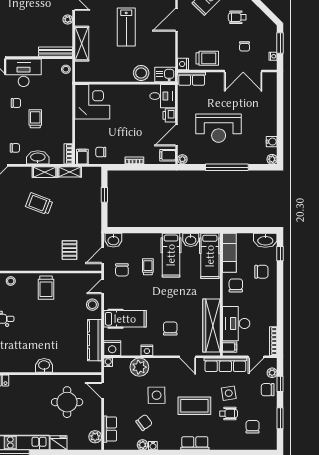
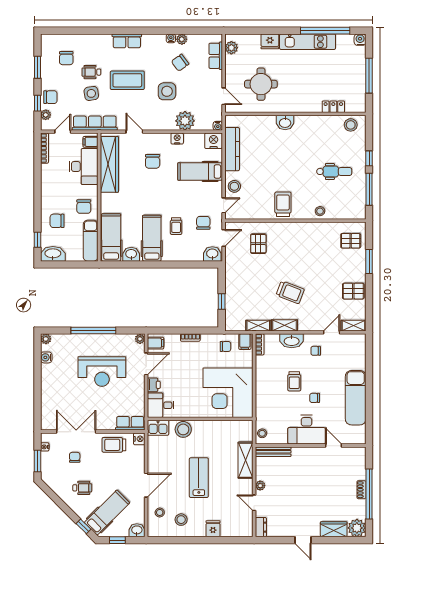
corner desk: (92, 102) -> (228, 393), width x1.36, depth x1.36
reception desk: (219, 128) -> (102, 372), turned 180

